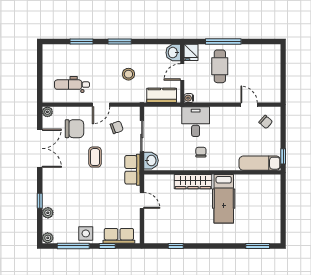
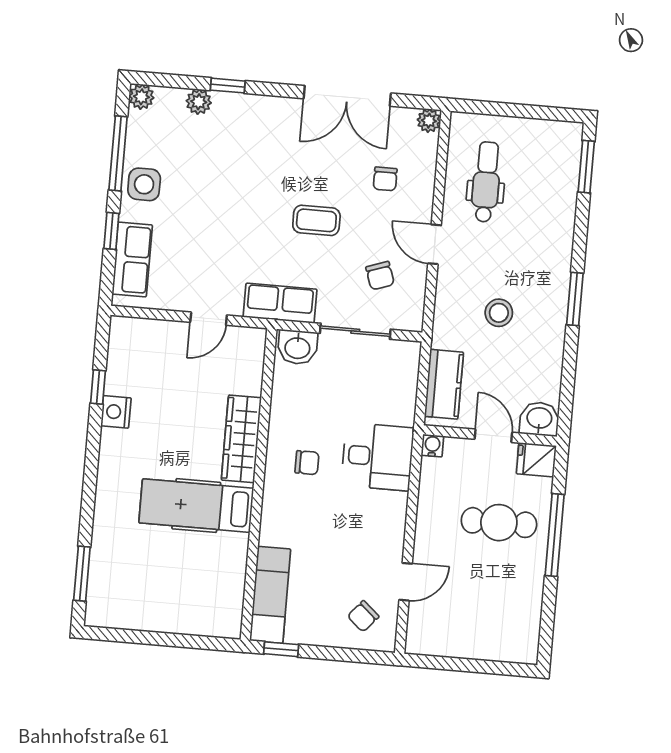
window: (82, 42) -> (586, 167), moved
chair: (74, 129) -> (385, 179), width x0.54, depth x0.54
nightstand: (186, 237) -> (116, 412), added

